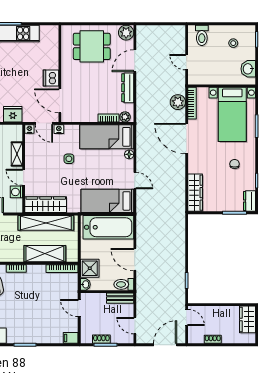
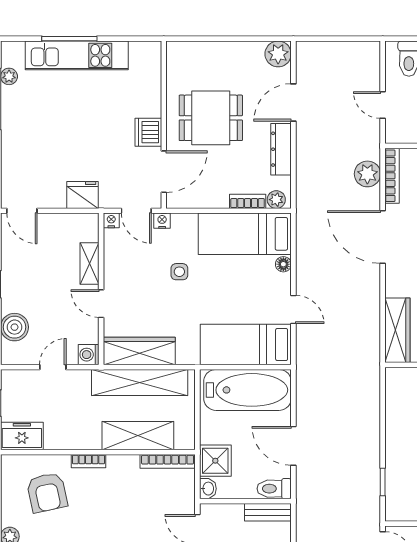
dining table: (92, 46) -> (211, 118), moved
door: (60, 101) -> (164, 172), swing flipped
washing machine: (16, 192) -> (89, 355), moved

